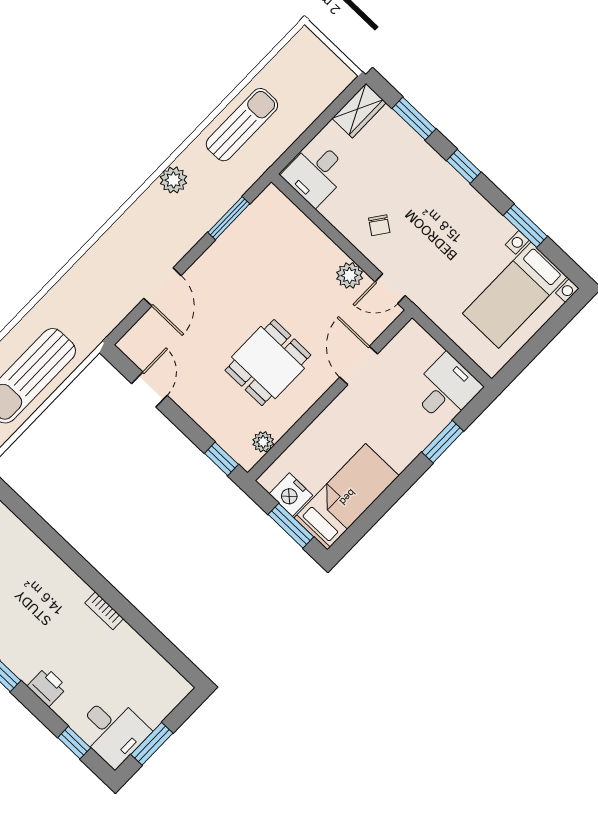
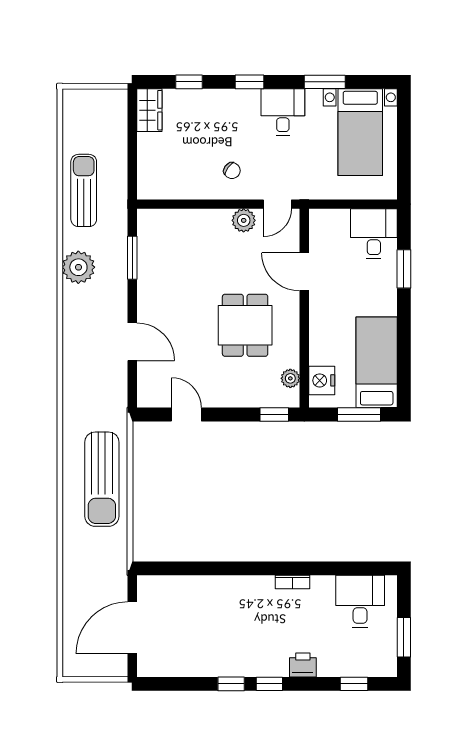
window: (414, 119) -> (189, 82), width x0.67
desk: (316, 173) -> (283, 112), moved, turned 180
plant: (173, 180) -> (78, 267), width x1.36, depth x1.36
nightstand: (291, 495) -> (322, 380), moved, turned 90
desk: (113, 730) -> (360, 601), moved, turned -90

